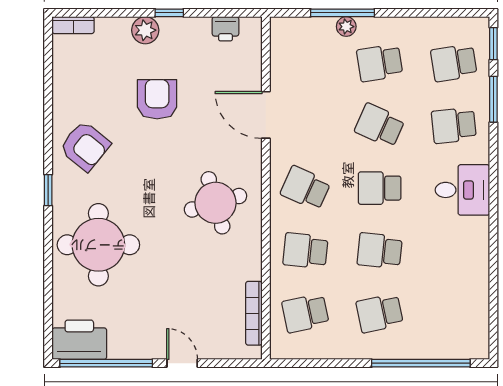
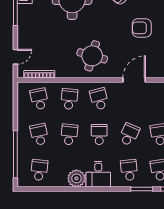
armchair: (157, 99) -> (142, 28), turned 180
school desk: (305, 188) -> (99, 99), turned -39
round table: (215, 203) -> (92, 56), turned 32
plant: (471, 236) -> (76, 178), added
school desk: (454, 313) -> (39, 170), added
door: (182, 363) -> (15, 57), moved

